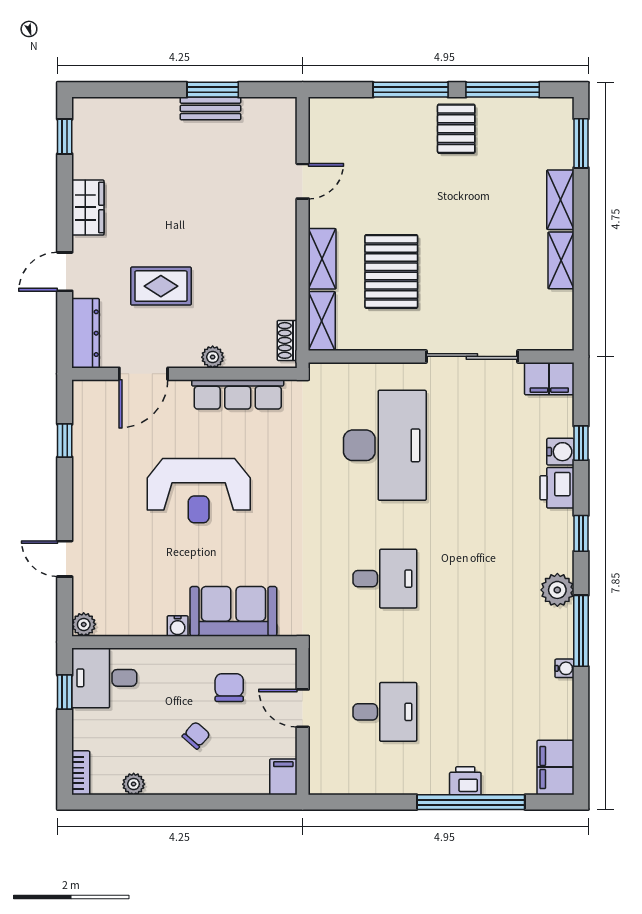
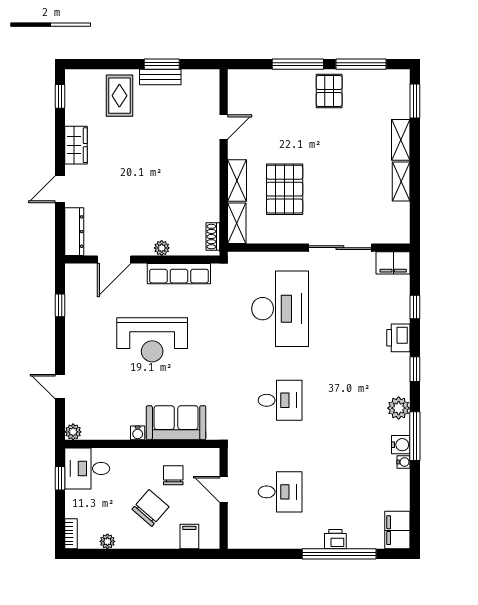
rug: (161, 286) -> (119, 96), moved, turned 90
water cooler: (560, 452) -> (401, 445), moved
chair: (196, 735) -> (150, 508), width x1.87, depth x1.87
filing cabinet: (283, 777) -> (189, 537), moved

